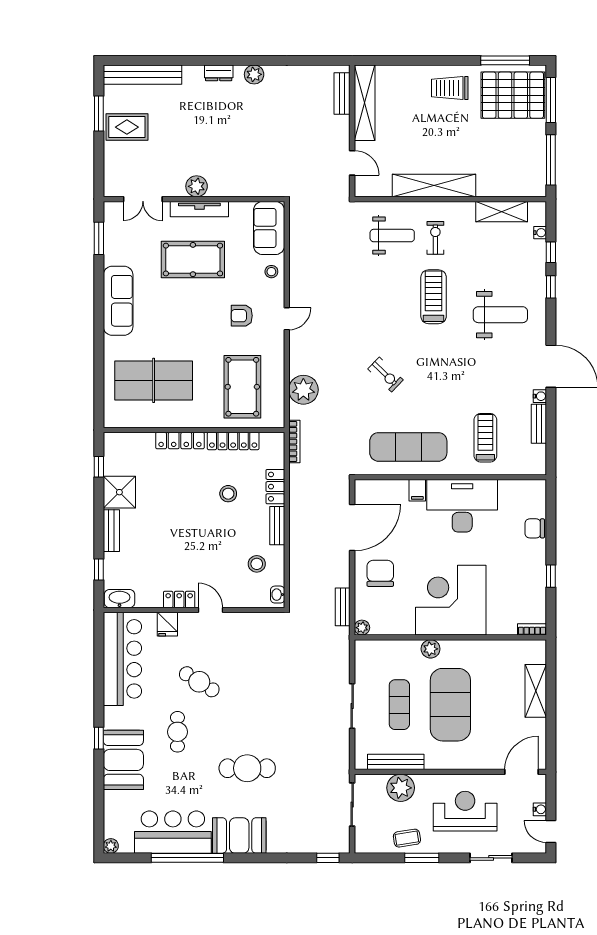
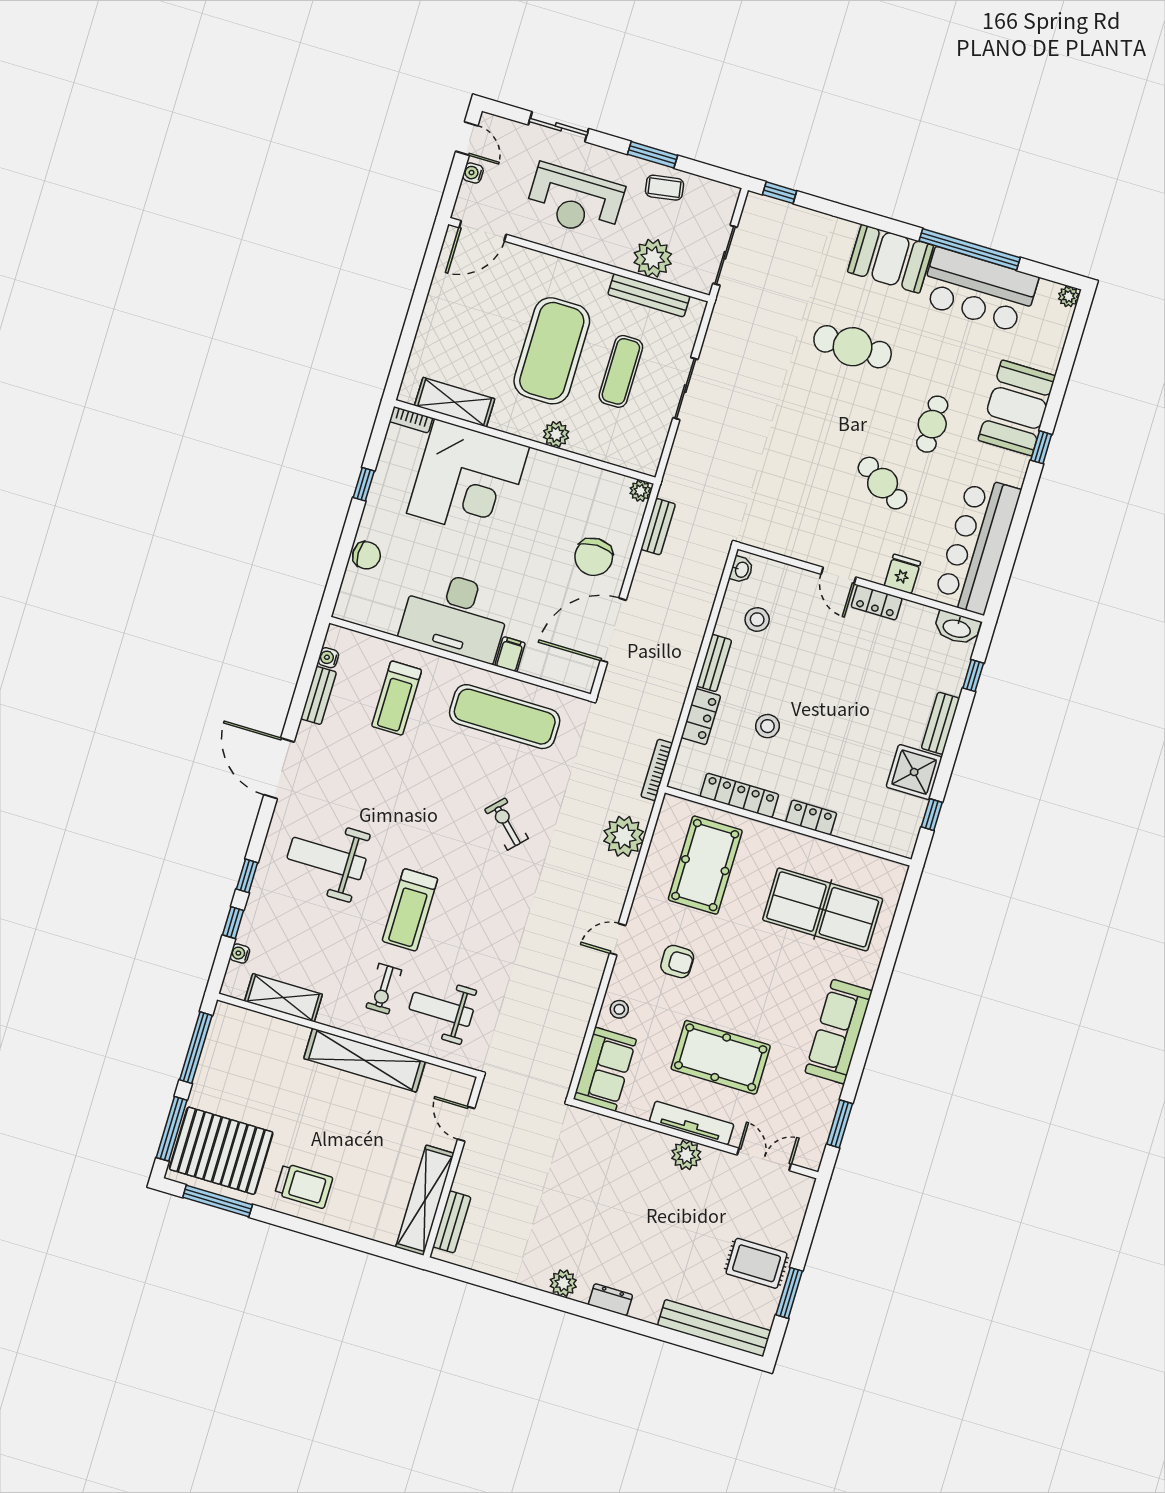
water cooler: (540, 396) -> (328, 658), moved
locker: (180, 441) -> (811, 817), width x0.66
corner desk: (451, 600) -> (468, 480), moved
shelving: (536, 691) -> (455, 402), moved, turned 90

